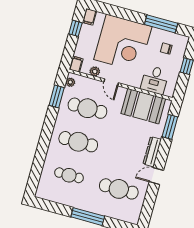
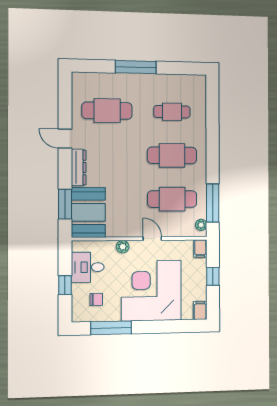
window: (75, 28) -> (213, 276), moved
plant: (95, 71) -> (123, 247), moved
desk: (155, 80) -> (88, 267), moved, turned -90
window: (57, 96) -> (213, 203), width x1.44
booth: (143, 106) -> (88, 212), moved, turned 90
door: (156, 176) -> (65, 139), swing flipped

